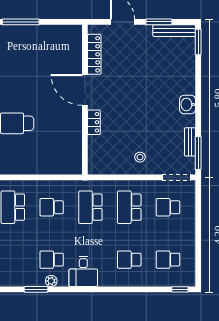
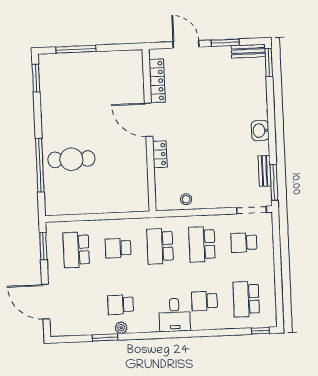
bench: (174, 31) -> (248, 51), width x0.73
stool: (140, 157) -> (186, 199), moved
school desk: (168, 260) -> (246, 299), width x1.85
desk: (83, 271) -> (175, 315), moved

